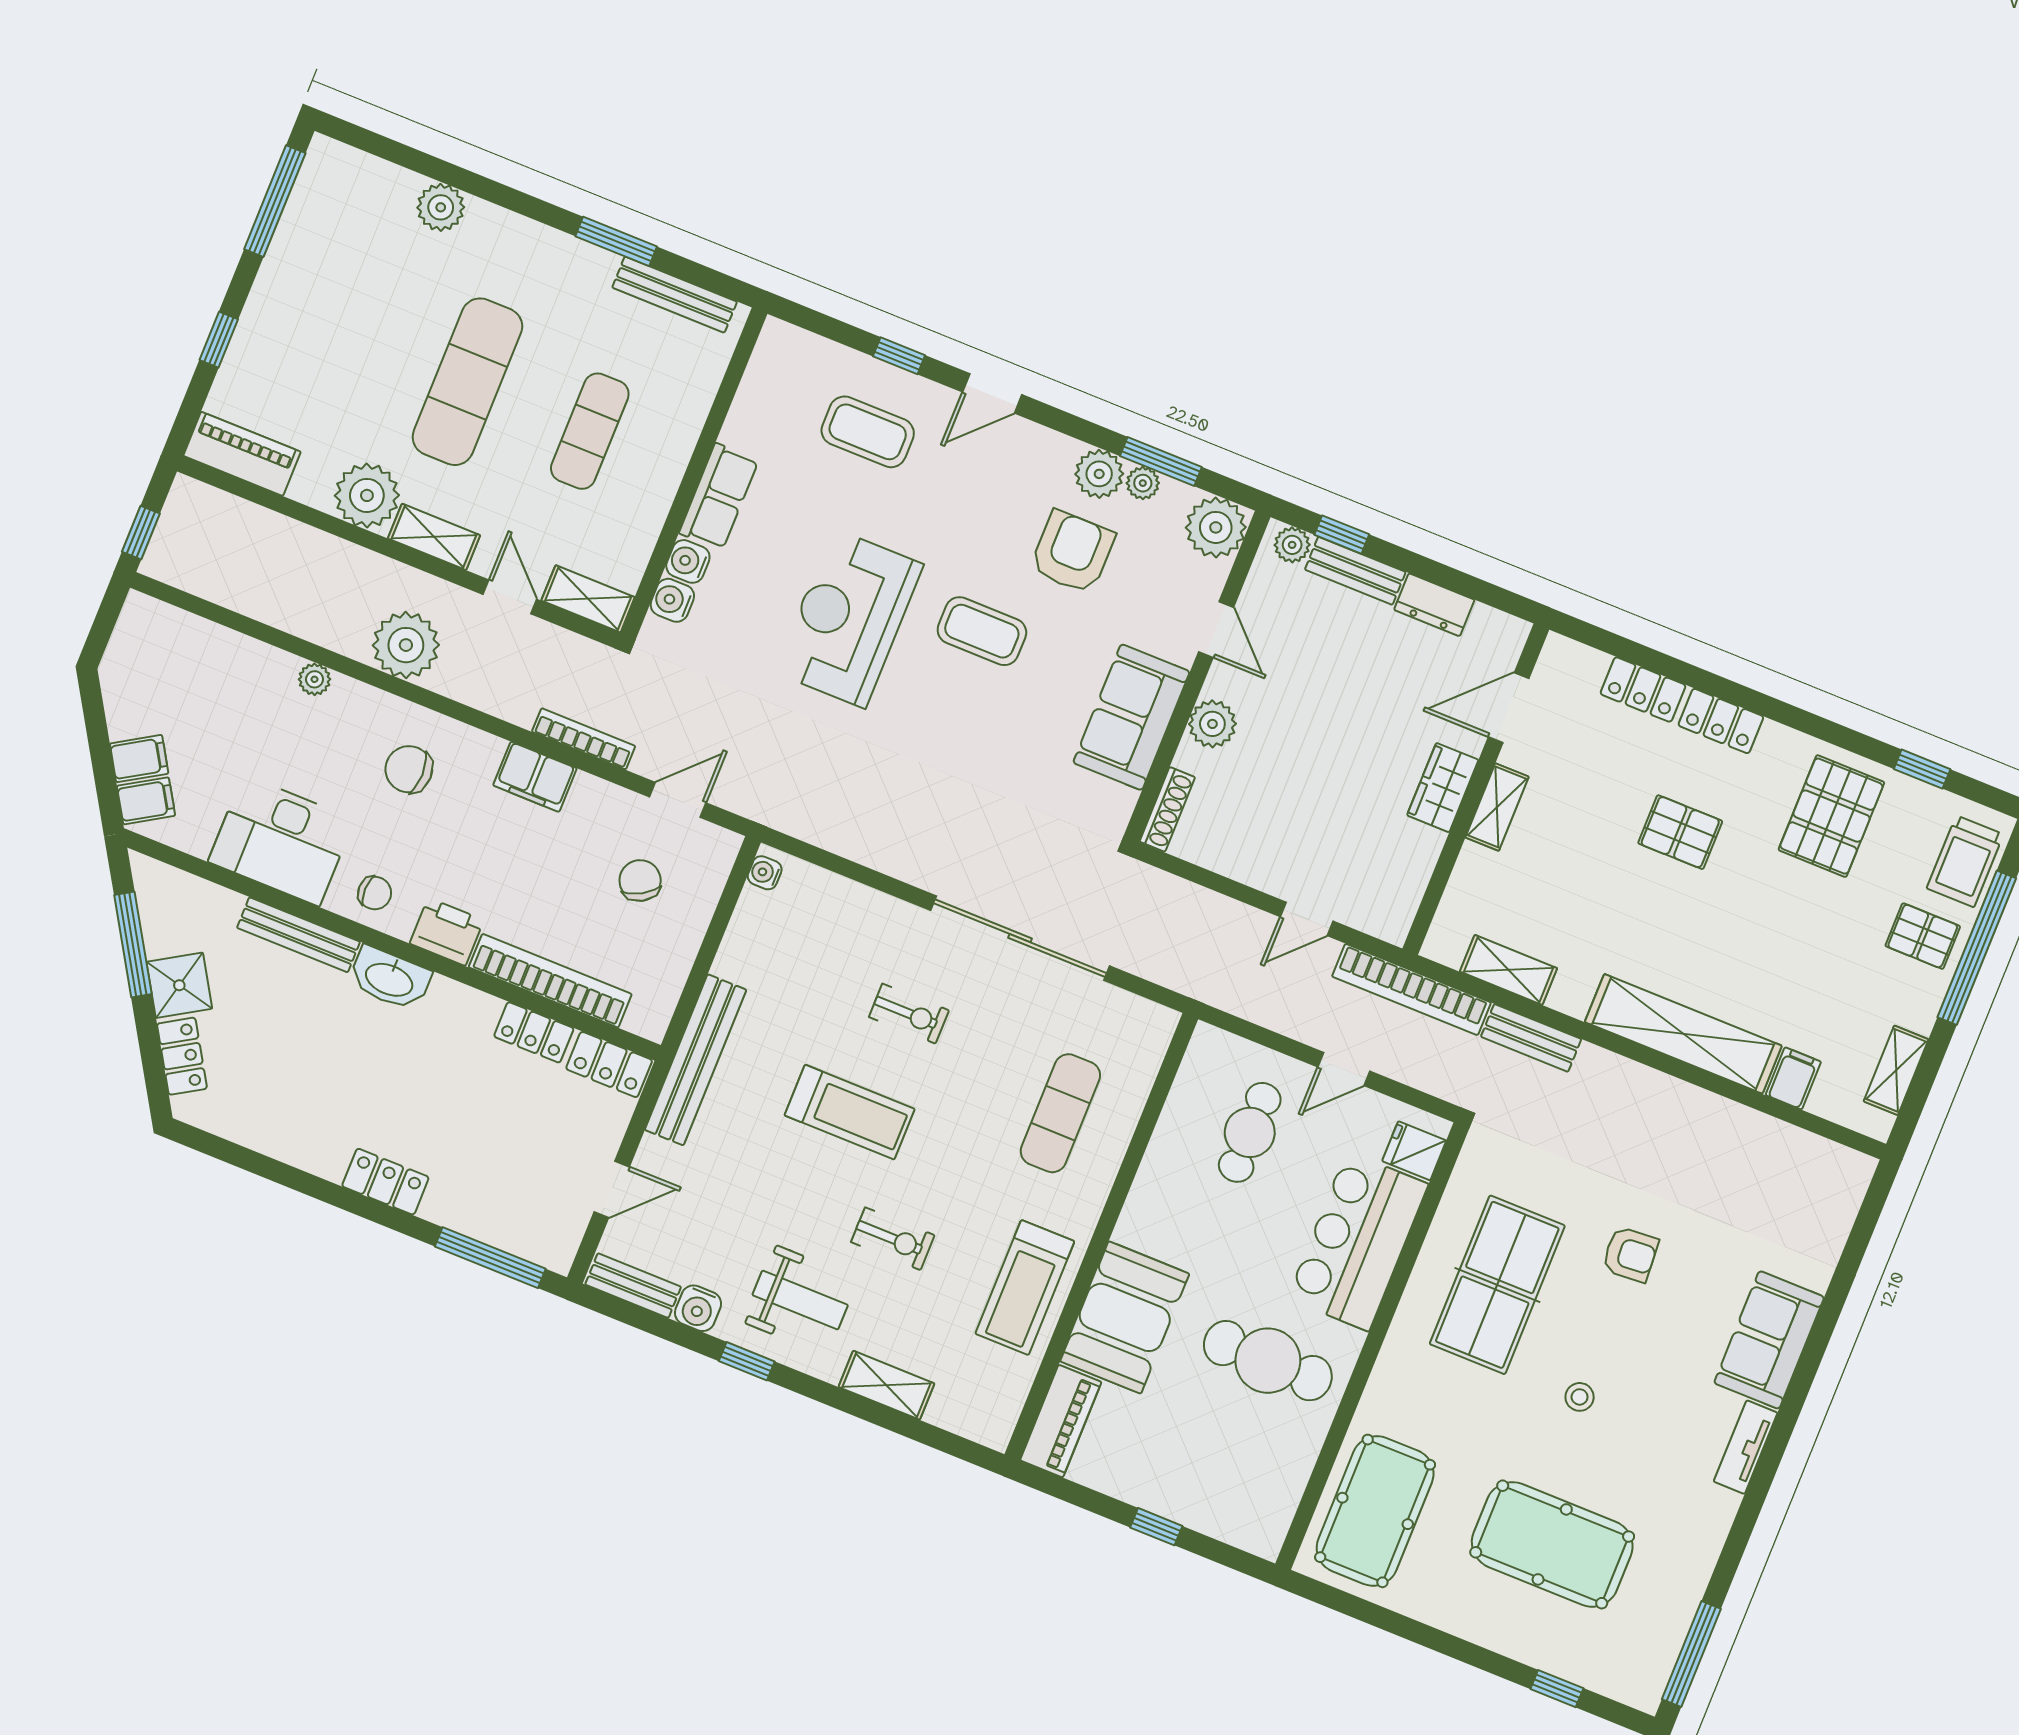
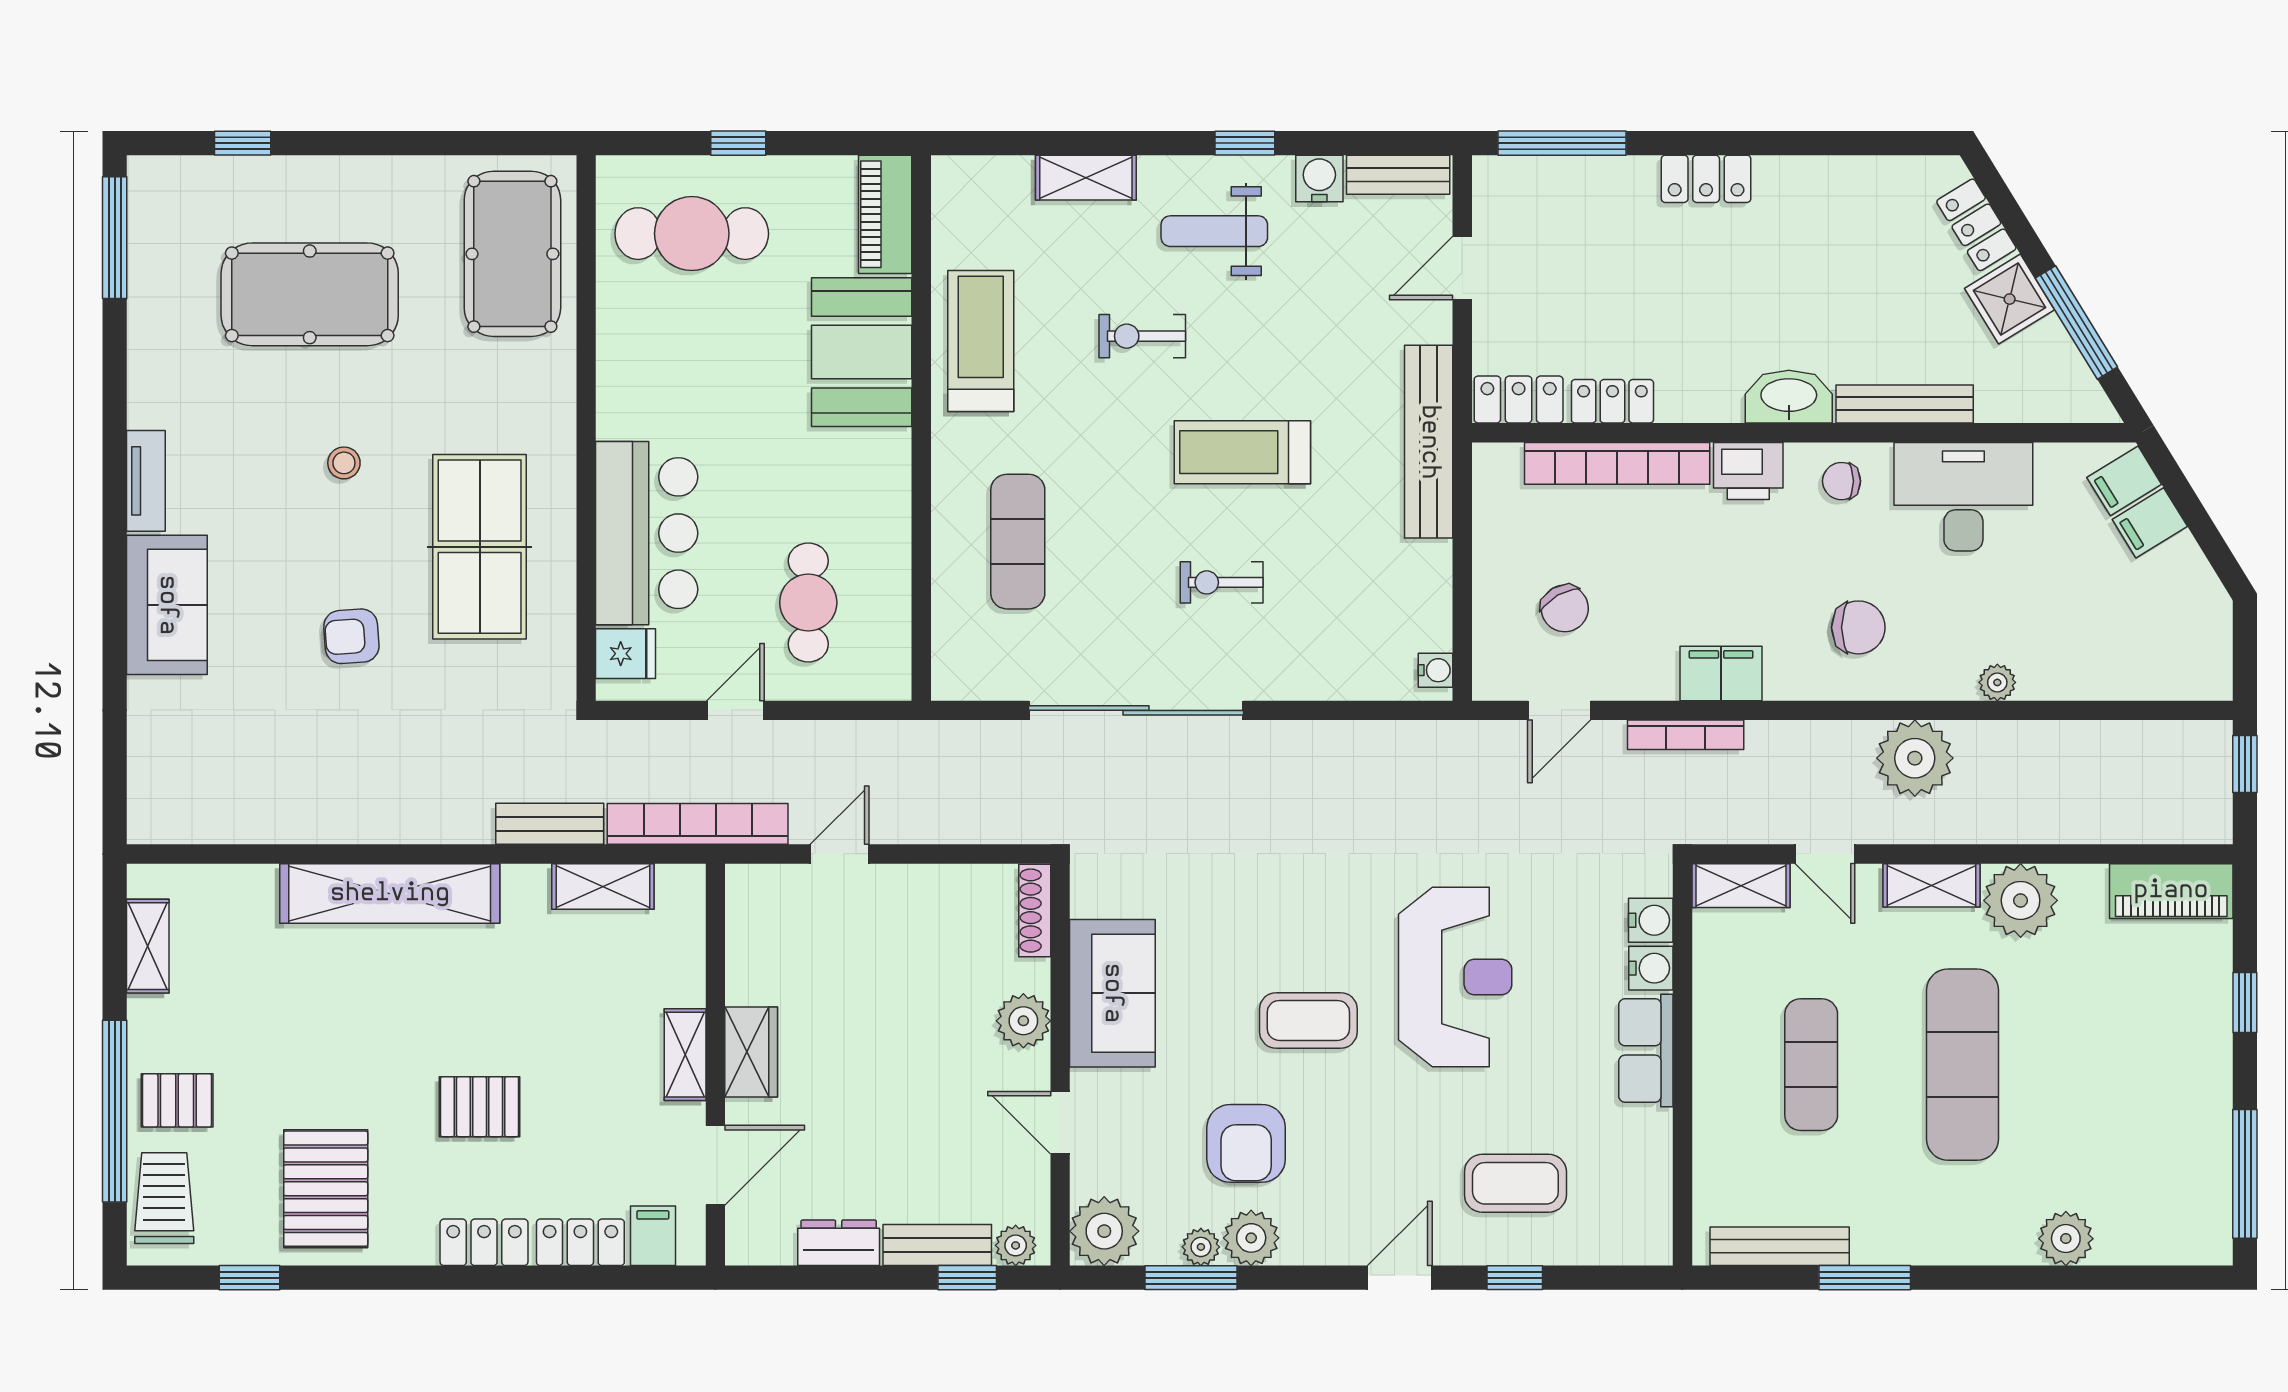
filing cabinet: (1793, 1078) -> (653, 1236), moved, turned 180
cafe table: (1268, 1361) -> (692, 234), moved

